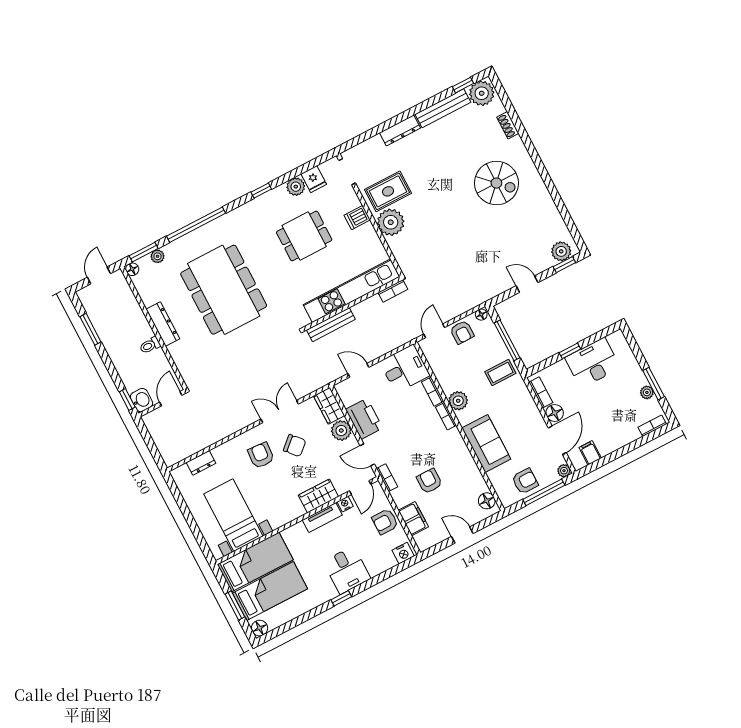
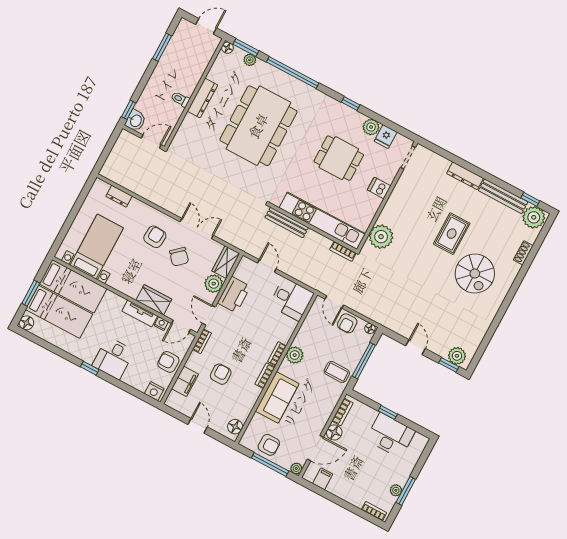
rug: (388, 191) -> (452, 234), moved, turned 90
plant: (391, 222) -> (381, 237), moved
door: (434, 331) -> (334, 302), swing flipped
bookcase: (433, 392) -> (265, 376), moved

